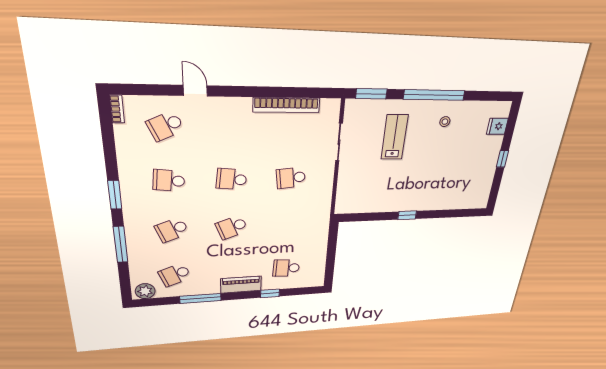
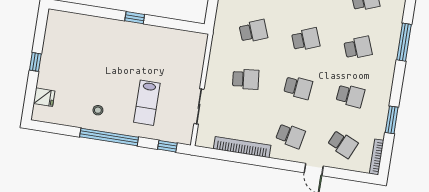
window: (371, 94) -> (167, 146), width x0.67
bookcase: (117, 109) -> (377, 157), width x1.56
school desk: (165, 126) -> (343, 144), turned 48
school desk: (231, 126) -> (290, 136), added
window: (115, 195) -> (392, 120), moved
school desk: (288, 225) -> (253, 31), added

